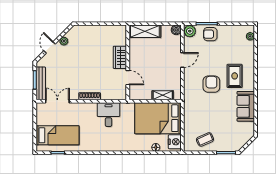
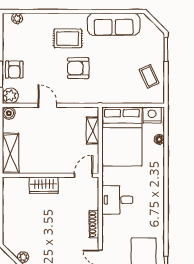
door: (128, 78) -> (83, 175), moved
sofa: (246, 106) -> (114, 24), width x1.36

